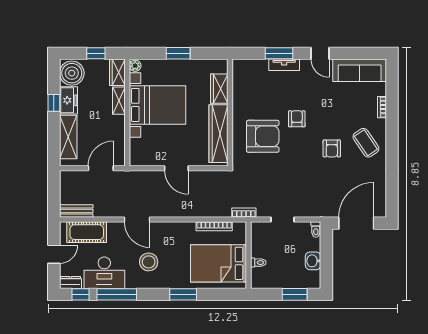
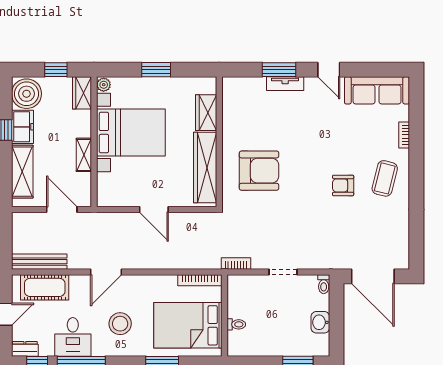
shelving: (119, 101) -> (84, 155), moved
armchair: (297, 119) -> (300, 149), removed
coffee table: (366, 143) -> (385, 178), turned 48
armchair: (332, 148) -> (343, 185), turned 90
door: (101, 168) -> (62, 209), hinge flipped
bench: (76, 211) -> (39, 262), width x1.36
door: (137, 220) -> (106, 272), hinge flipped
door: (356, 223) -> (373, 276), swing flipped
wall: (249, 255) -> (224, 315), moved
bed: (219, 263) -> (188, 325), moved
toilet: (258, 263) -> (236, 324), moved
desk: (104, 273) -> (73, 337), width x0.73

